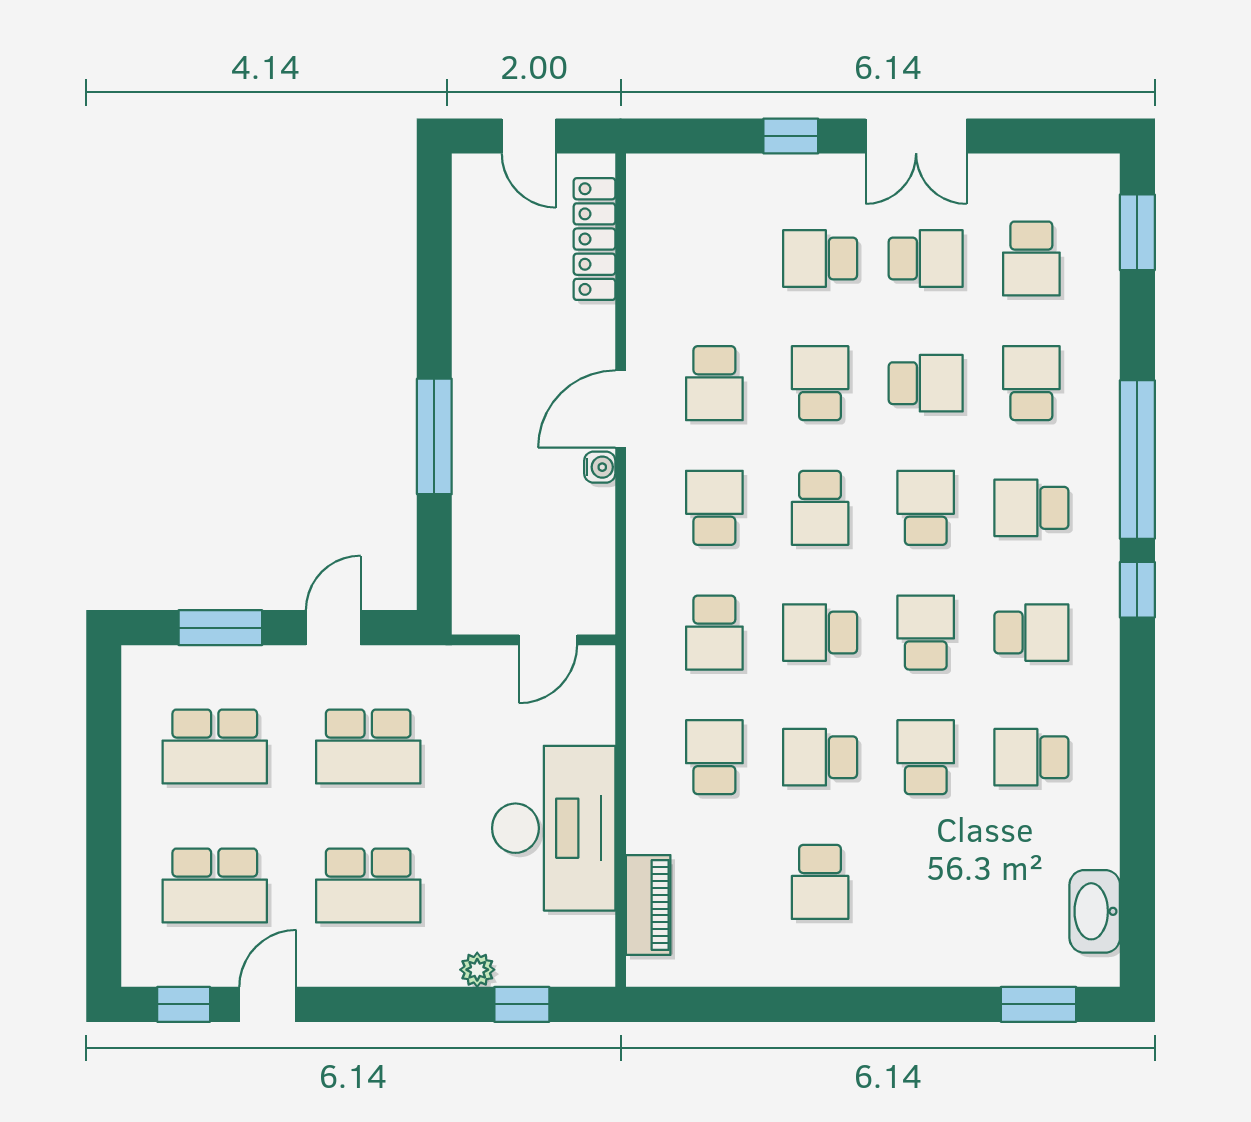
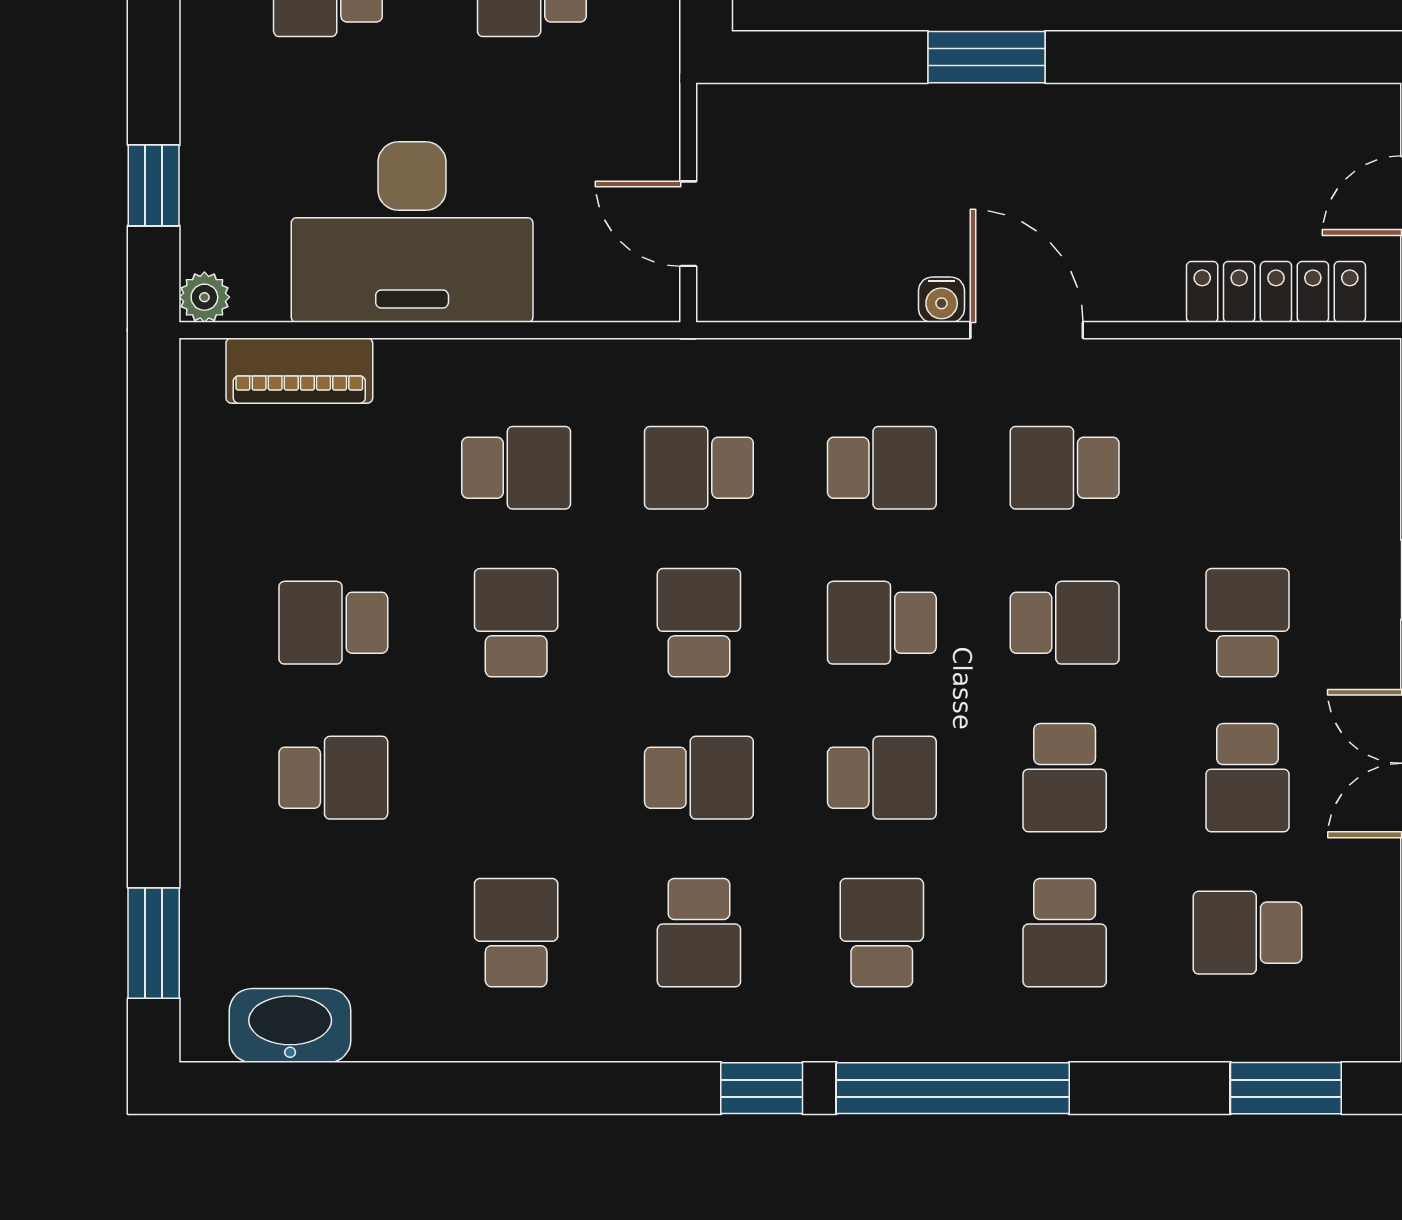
school desk: (1031, 383) -> (1065, 933), turned 90
window: (434, 436) -> (986, 57), width x0.69
school desk: (926, 757) -> (333, 778), moved
plant: (477, 970) -> (204, 297), moved

